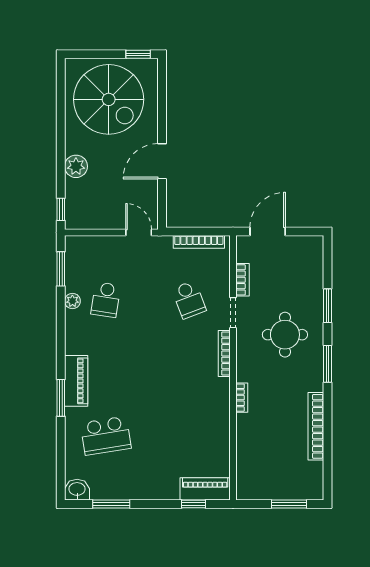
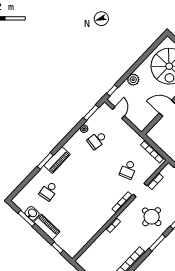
door: (139, 232) -> (118, 113), moved
school desk: (106, 436) -> (49, 191), width x0.54
piano: (205, 489) -> (47, 227), moved
washbasin: (77, 490) -> (32, 213), moved

